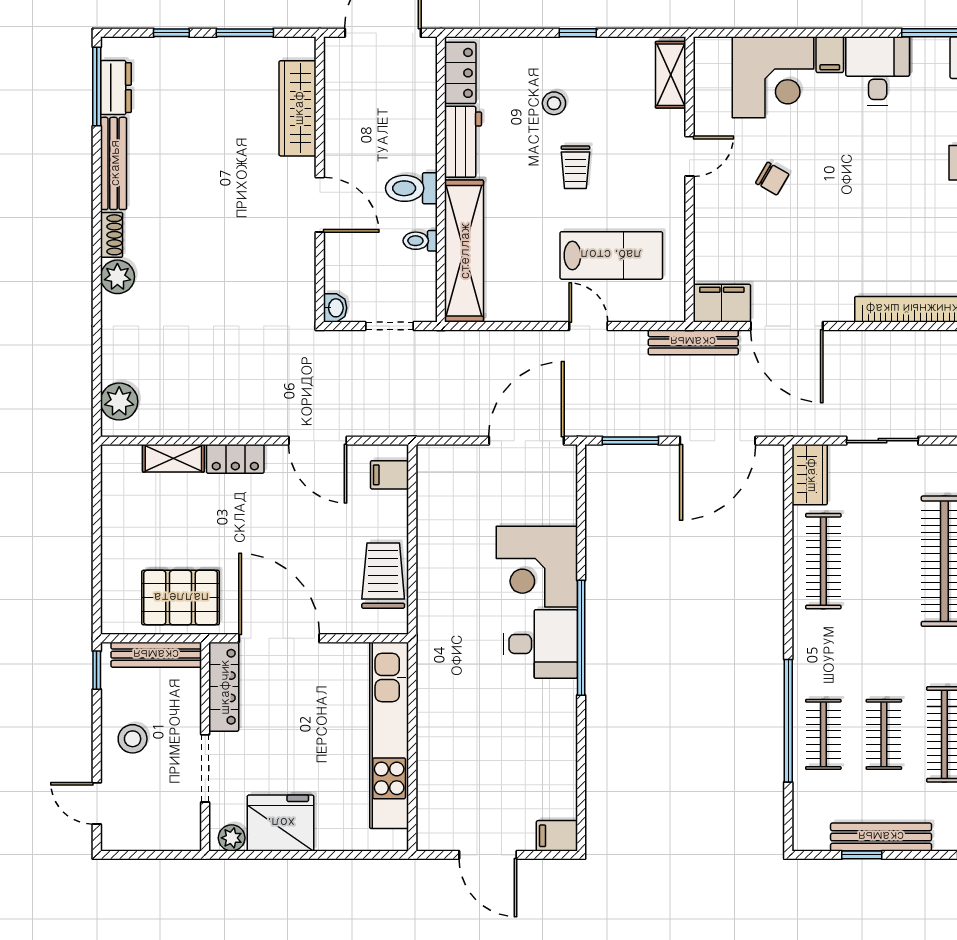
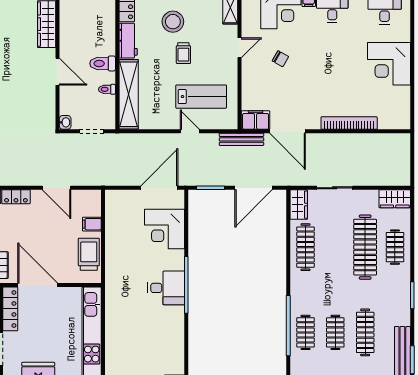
stool: (554, 103) -> (173, 22), width x1.89, depth x1.89
filing cabinet: (389, 475) -> (92, 224), moved
corner desk: (537, 567) -> (164, 229), moved

